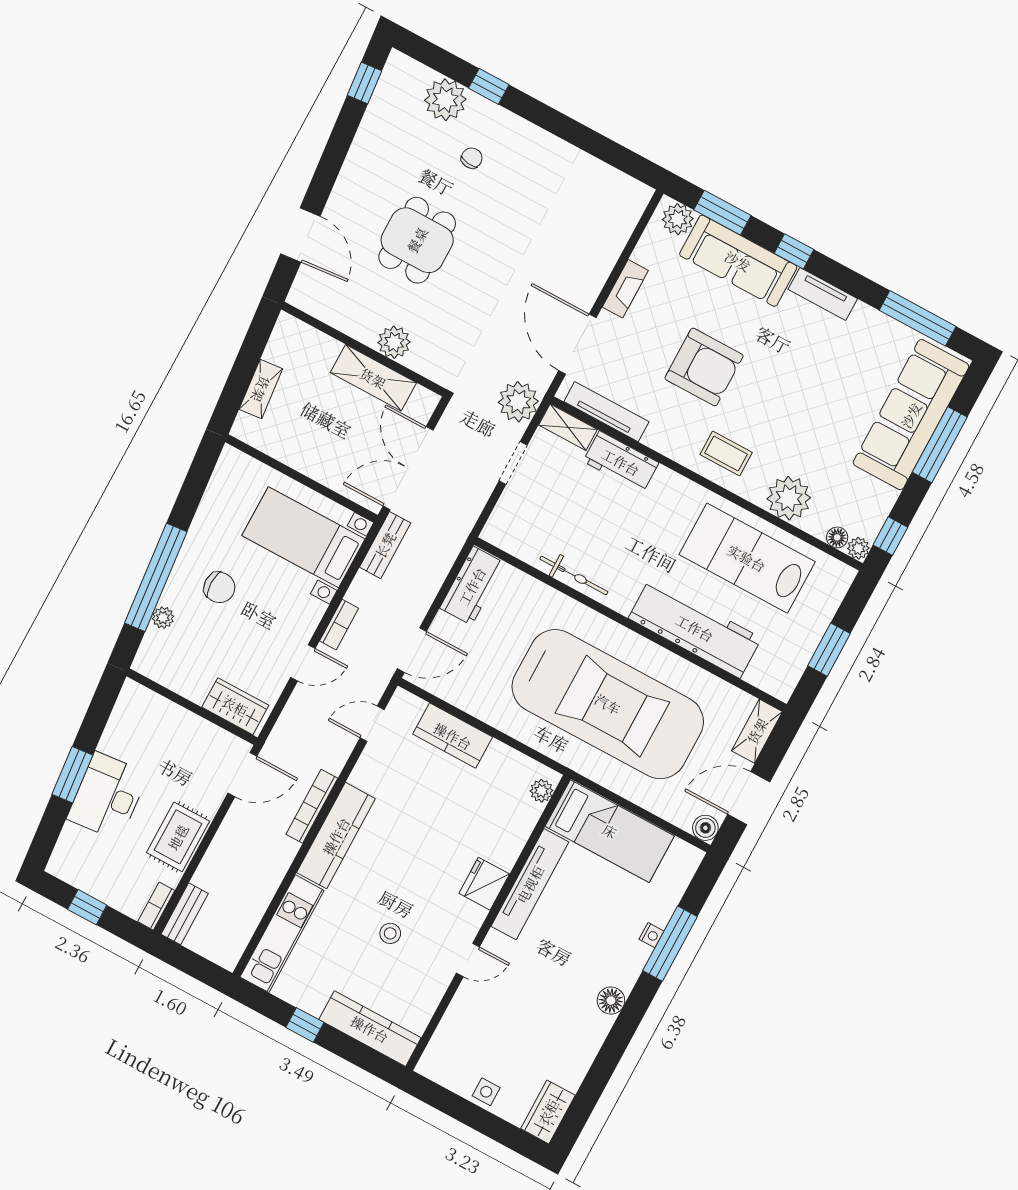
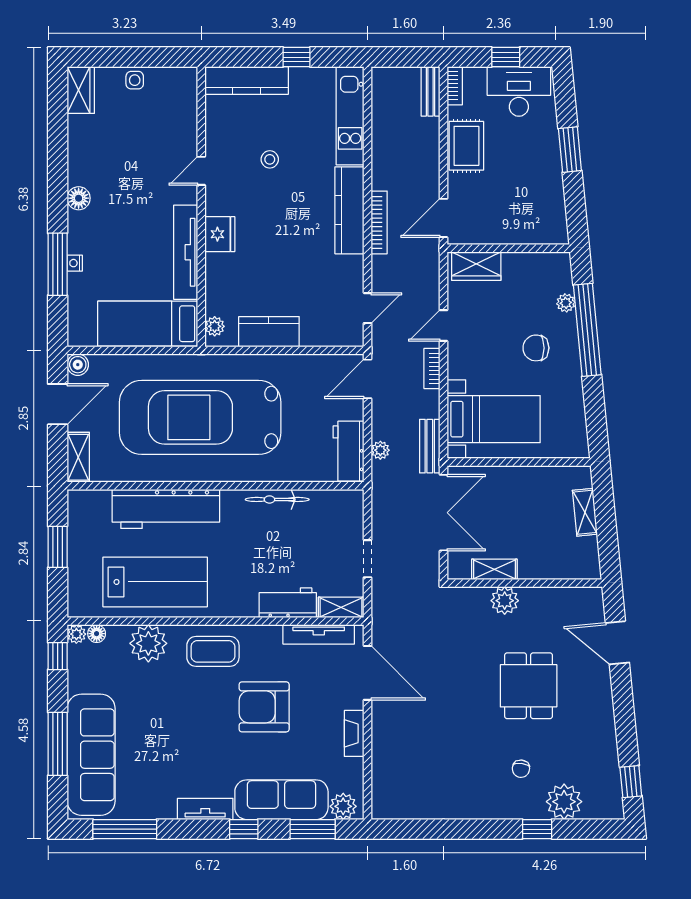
shelving: (373, 378) -> (494, 569), width x0.67, depth x0.75
plant: (518, 402) -> (380, 450), moved, width x0.53, depth x0.53
coffee table: (726, 454) -> (213, 651), width x1.36, depth x1.30
kitchen counter: (453, 736) -> (269, 332), moved
desk: (108, 796) -> (519, 91), moved, turned -84

